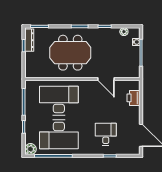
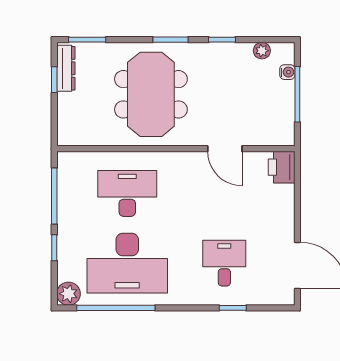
meeting table: (70, 53) -> (151, 94), turned 90
printer: (133, 98) -> (282, 167), moved
desk: (59, 101) -> (127, 193), width x0.73, depth x0.77

